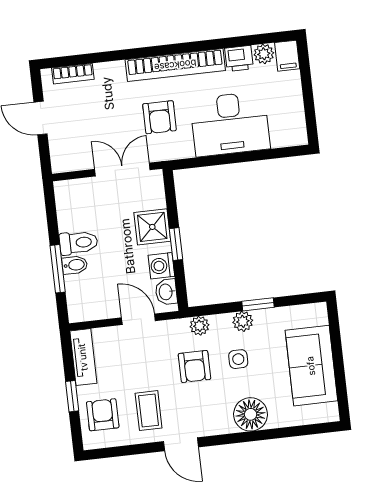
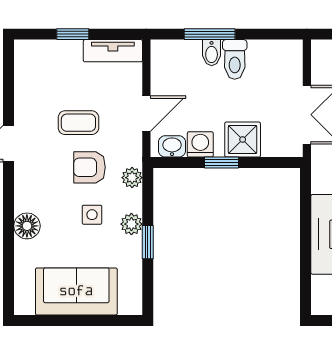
coffee table: (149, 411) -> (78, 123), moved
floor lamp: (251, 414) -> (27, 226), width x0.73, depth x0.73
armchair: (103, 415) -> (49, 64), removed

